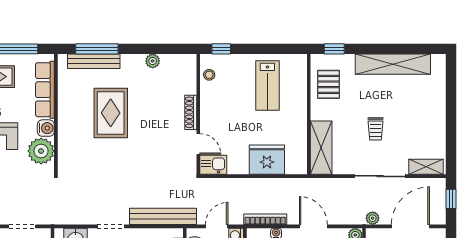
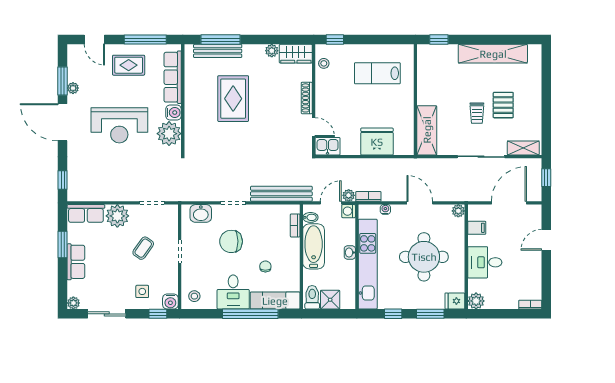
wardrobe: (179, 64) -> (296, 54), added
pallet: (328, 84) -> (503, 105), moved
lab bench: (267, 85) -> (377, 73), turned 90
plant: (373, 218) -> (349, 195), moved
bookcase: (265, 219) -> (368, 196), width x0.64

